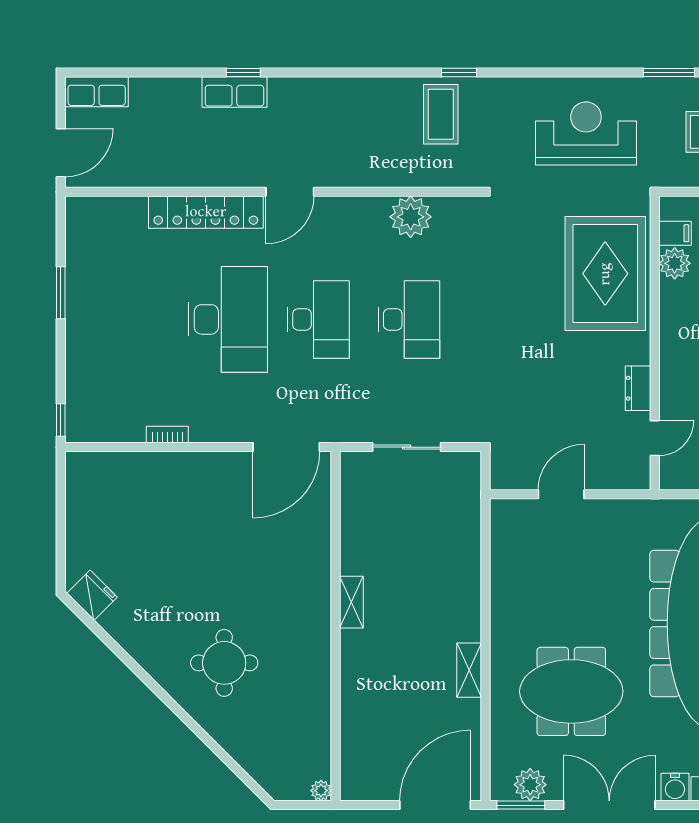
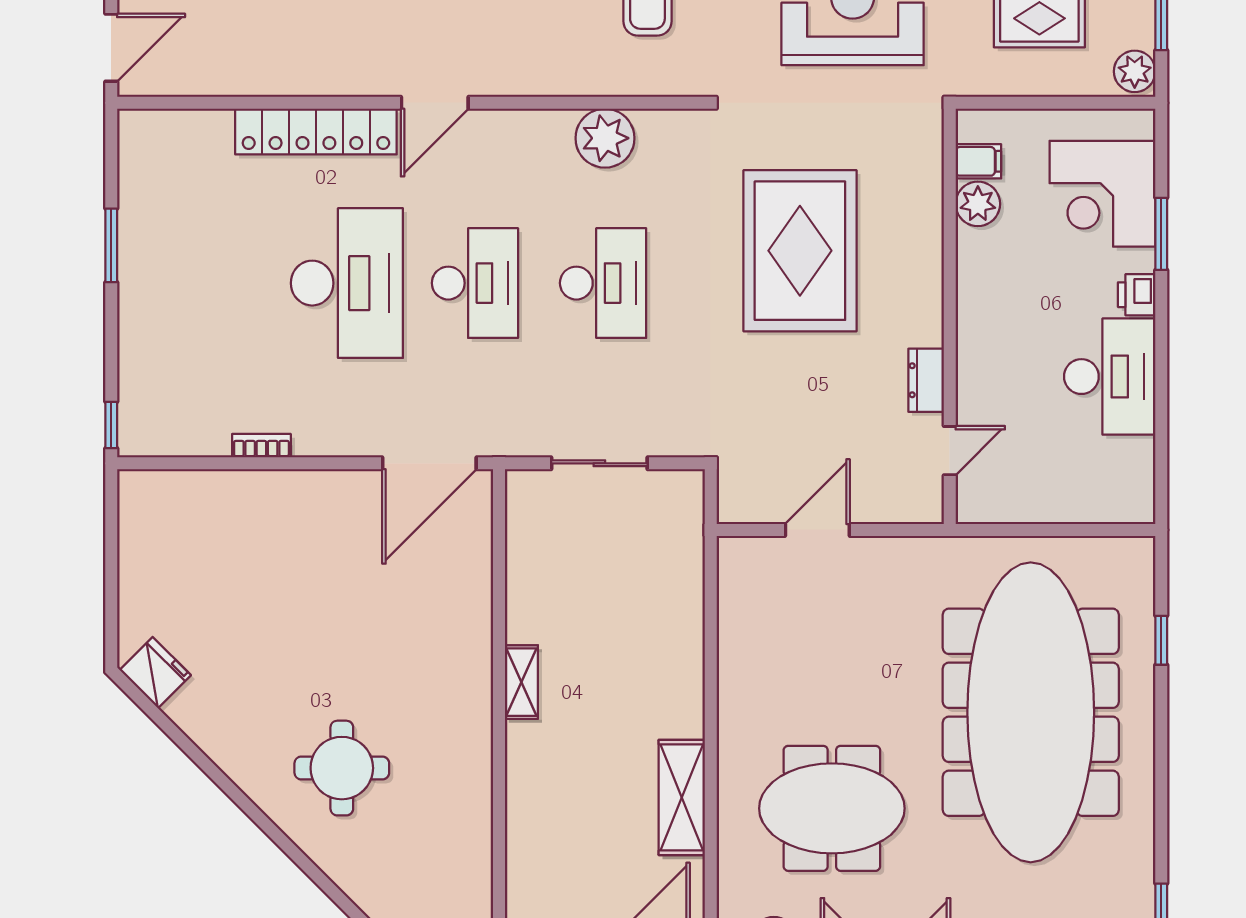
rug: (605, 274) -> (800, 251), moved
shelving: (469, 670) -> (682, 797), width x1.50, depth x1.33

